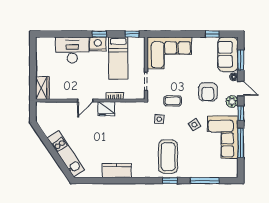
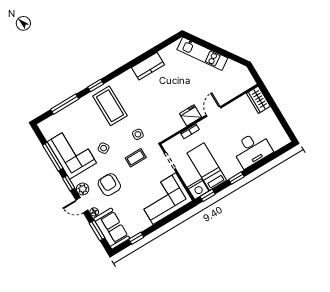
nightstand: (98, 44) -> (198, 189), moved

